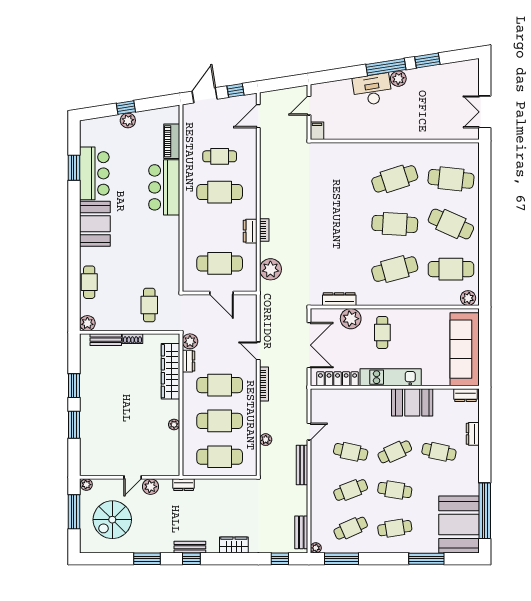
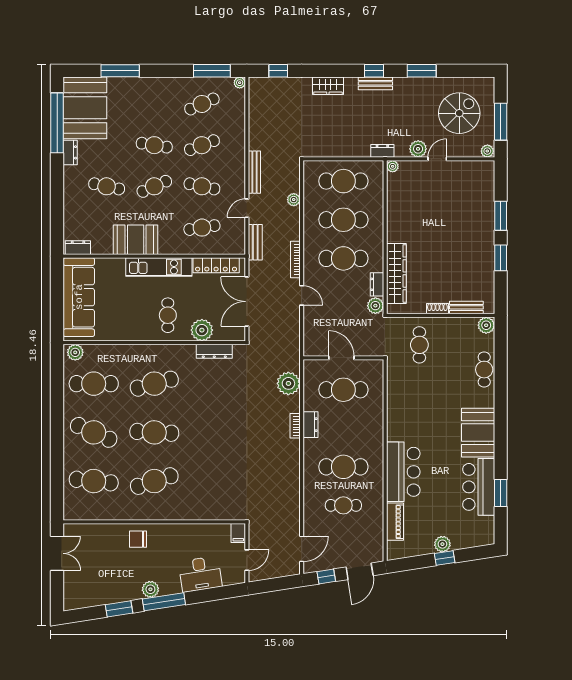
desk: (372, 90) -> (200, 574), moved
chair: (410, 125) -> (138, 539), added
plant: (174, 425) -> (393, 166), moved
dresser: (473, 434) -> (70, 152), moved
cafe table: (395, 528) -> (202, 228), moved
bench: (301, 532) -> (255, 242), moved

